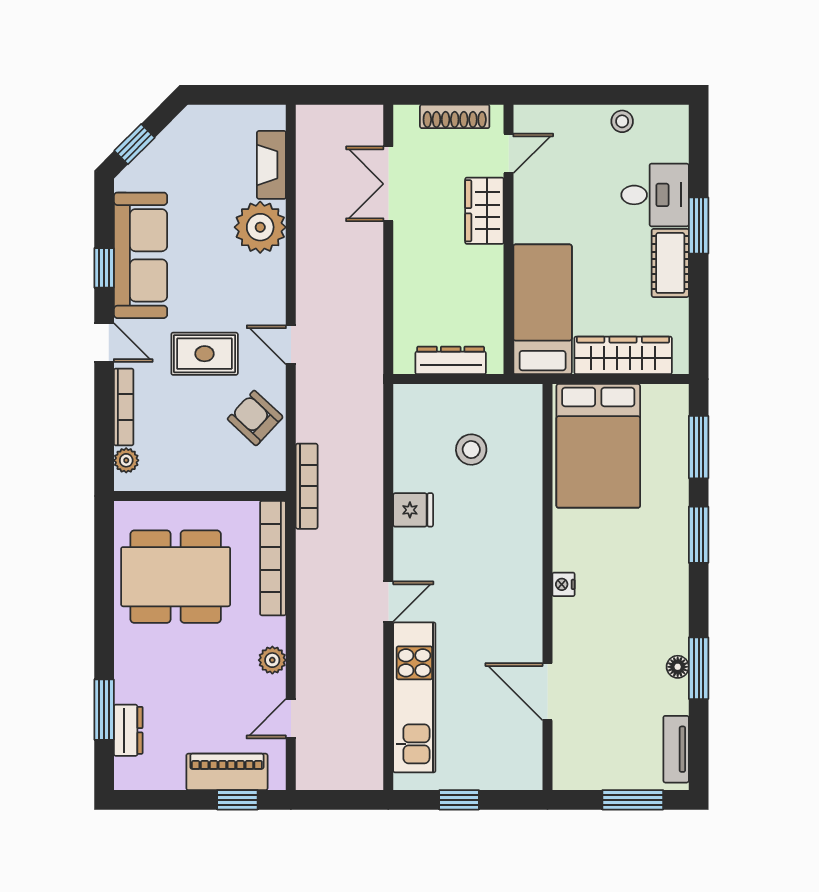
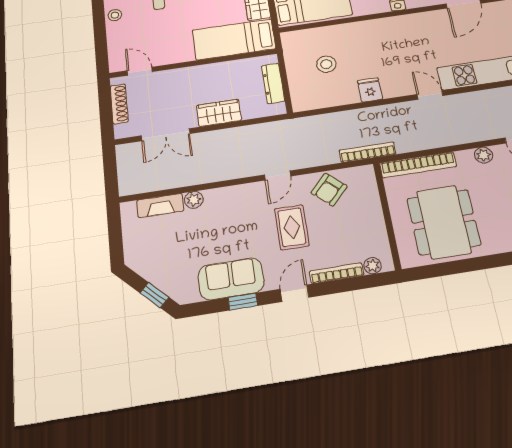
wardrobe: (484, 211) -> (219, 113), moved, turned 180
plant: (260, 227) -> (194, 200), width x0.53, depth x0.53
sofa: (141, 255) -> (231, 279), width x0.73

